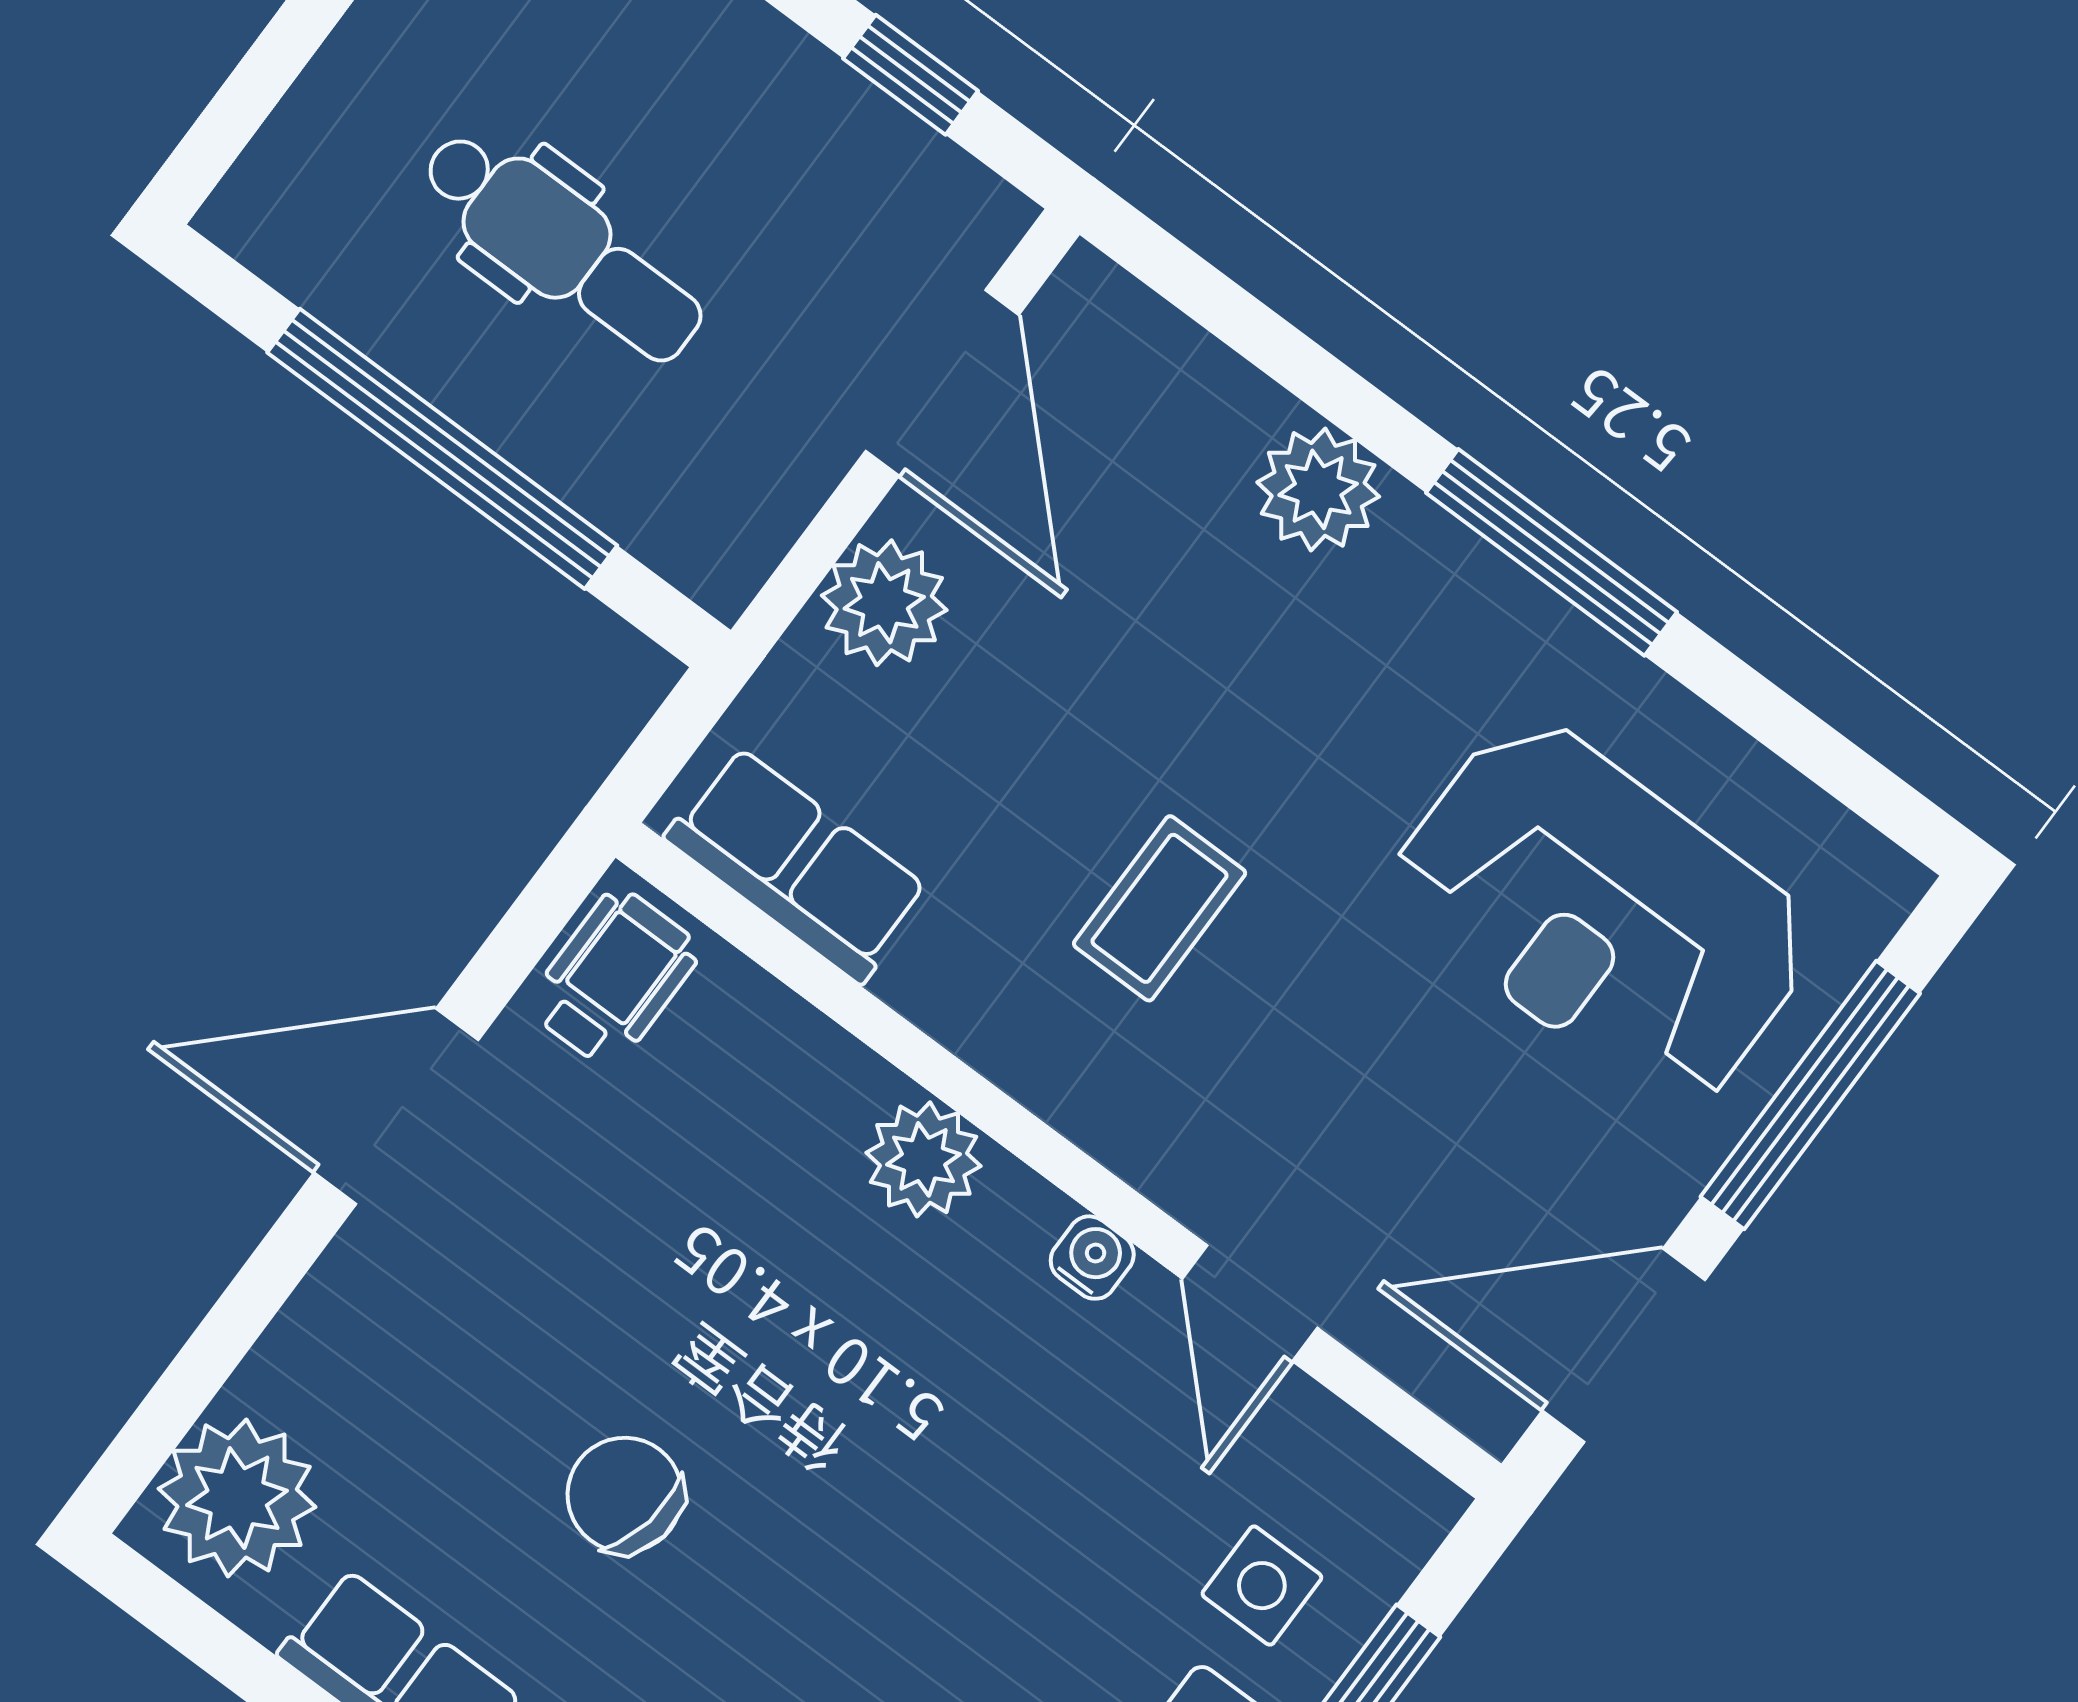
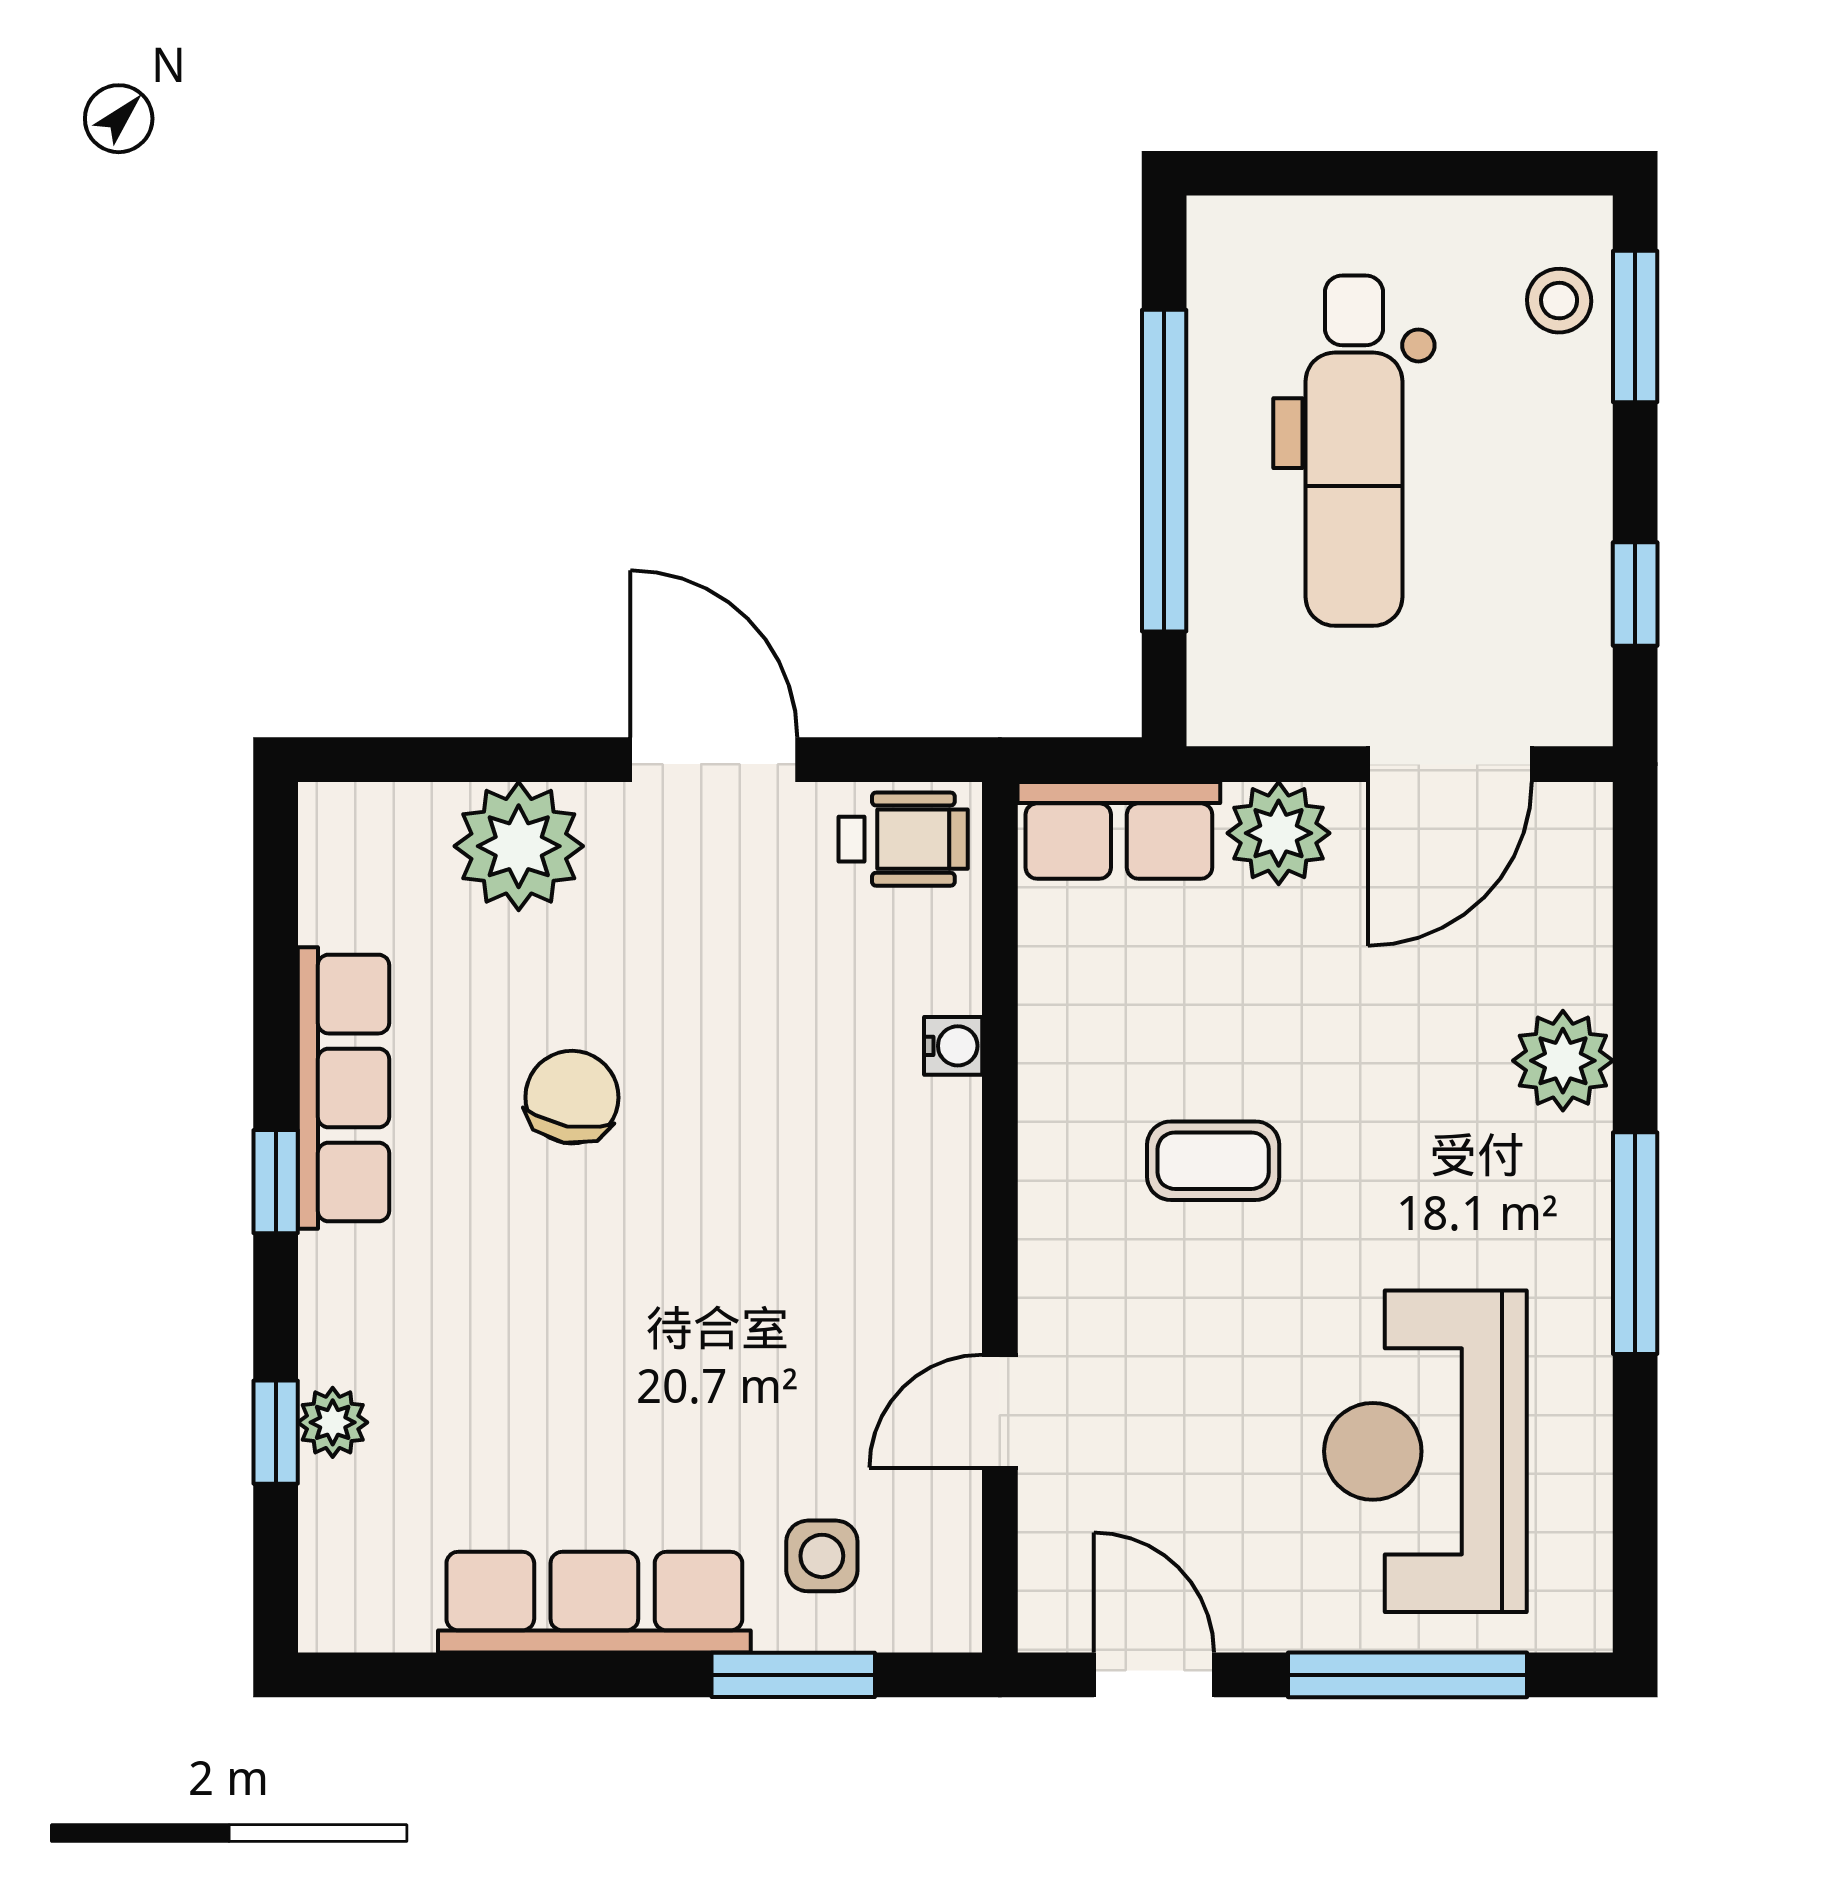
dental chair: (562, 247) -> (1354, 451), width x1.36, depth x1.38
row of seats: (797, 864) -> (1119, 830), moved, turned 90
plant: (923, 1159) -> (935, 1129), removed
water cooler: (1092, 1258) -> (953, 1046), moved
door: (1624, 1345) -> (1154, 1675), width x0.73
plant: (237, 1498) -> (519, 846), moved

